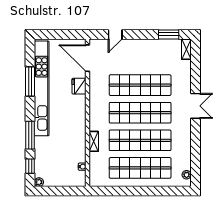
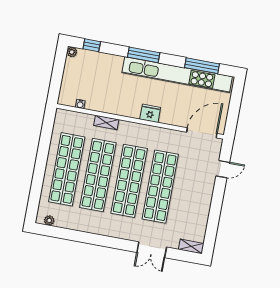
door: (115, 34) -> (223, 169), swing flipped
window: (169, 34) -> (212, 230), removed
window: (30, 82) -> (202, 66), moved
fridge: (79, 86) -> (150, 113), moved
double door: (195, 106) -> (152, 250), moved
window: (30, 135) -> (144, 55), moved

